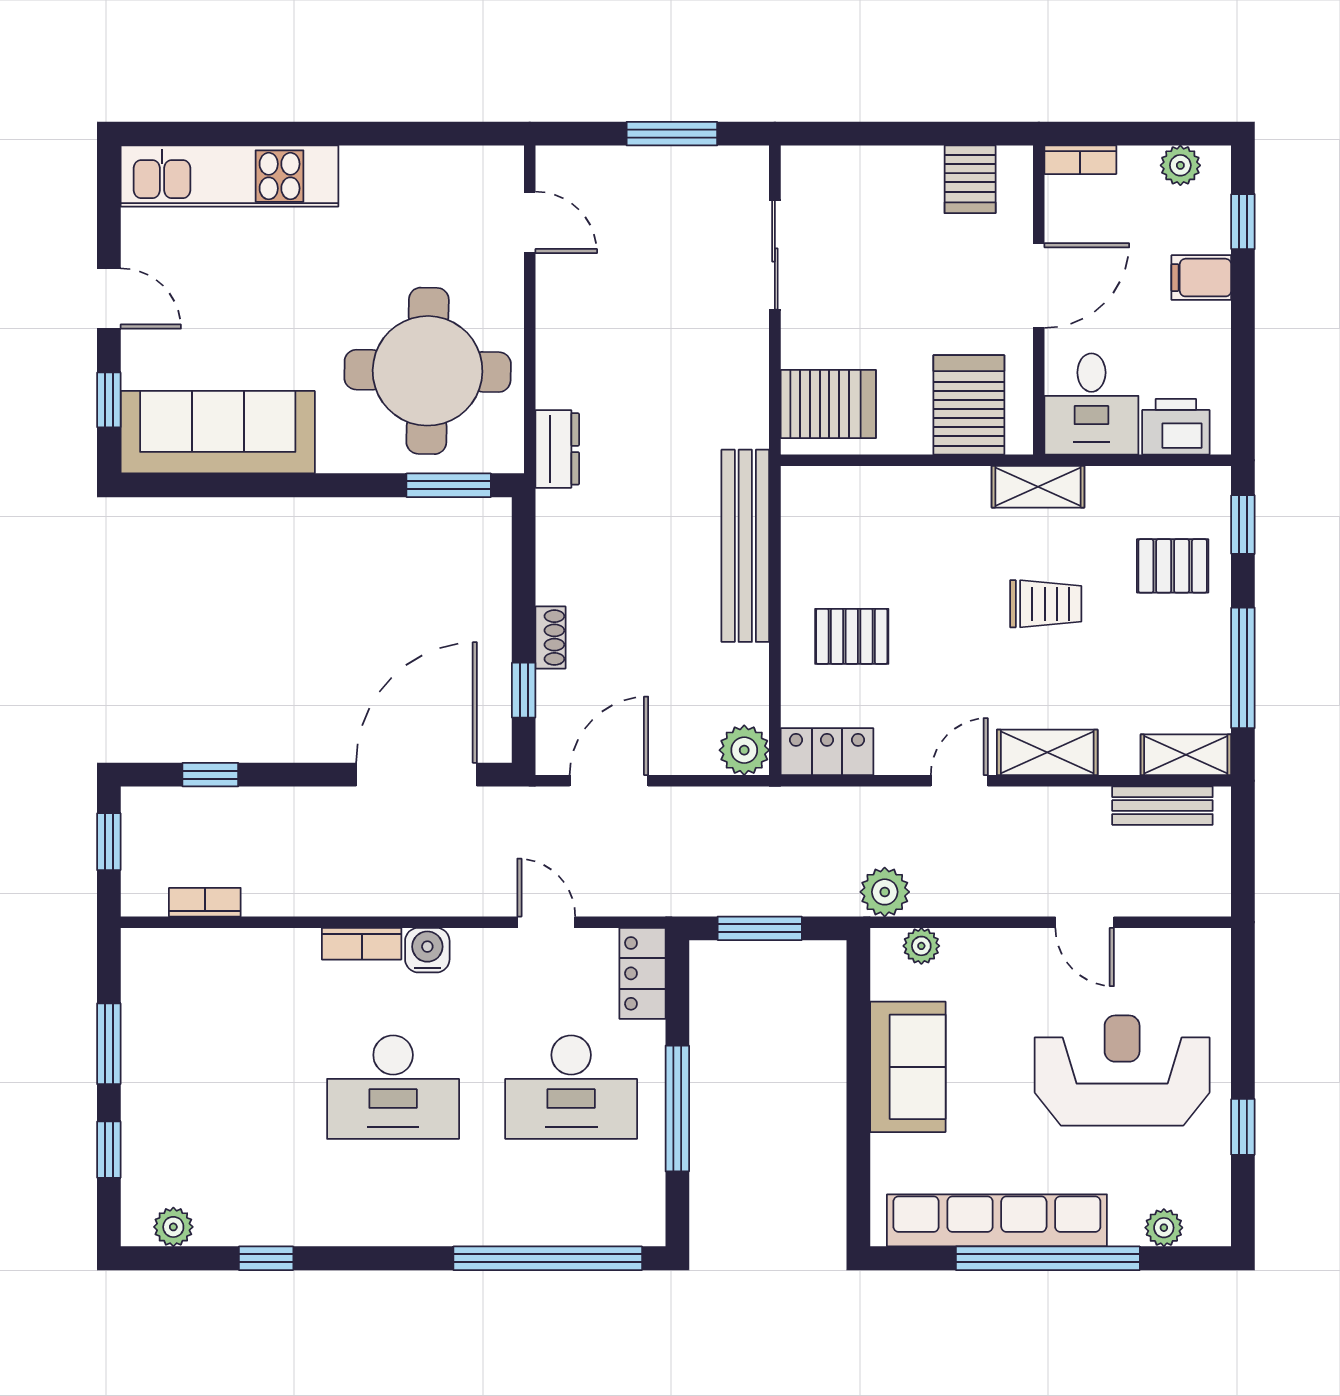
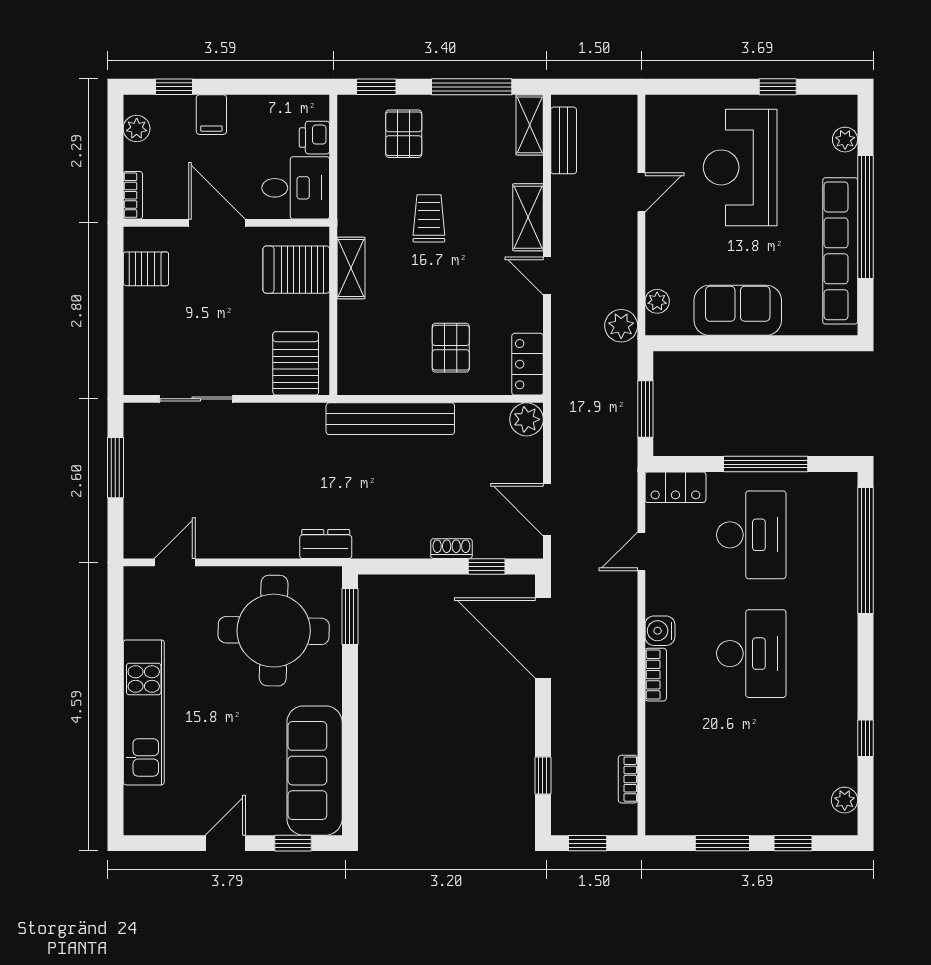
kitchen unit: (229, 176) -> (144, 712), moved
printer: (1176, 427) -> (314, 138), width x0.73, depth x0.81
shelving: (1038, 487) -> (351, 268), moved

